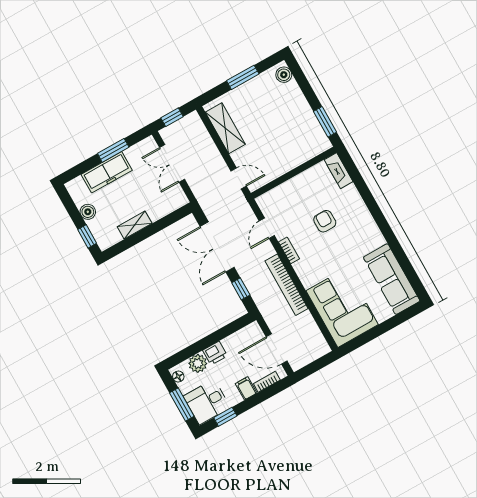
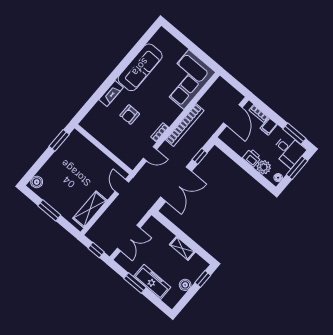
fireplace: (339, 171) -> (111, 94), moved
sofa: (392, 279) -> (140, 67), moved
window: (225, 417) -> (294, 134), width x1.50

